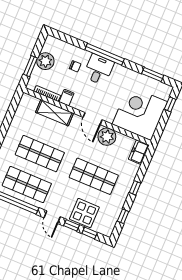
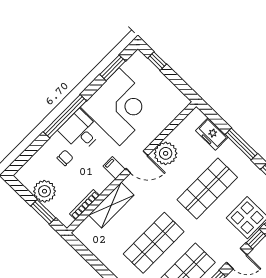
filing cabinet: (67, 98) -> (114, 168), moved
corner desk: (140, 113) -> (119, 107), moved, turned 180
freezer: (139, 152) -> (212, 134), moved
window: (135, 188) -> (241, 144), width x2.17

